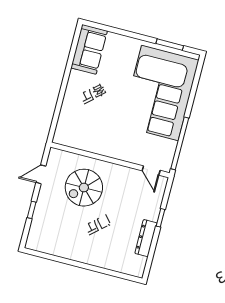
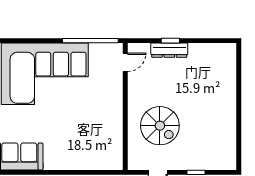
dresser: (146, 238) -> (169, 50), moved

